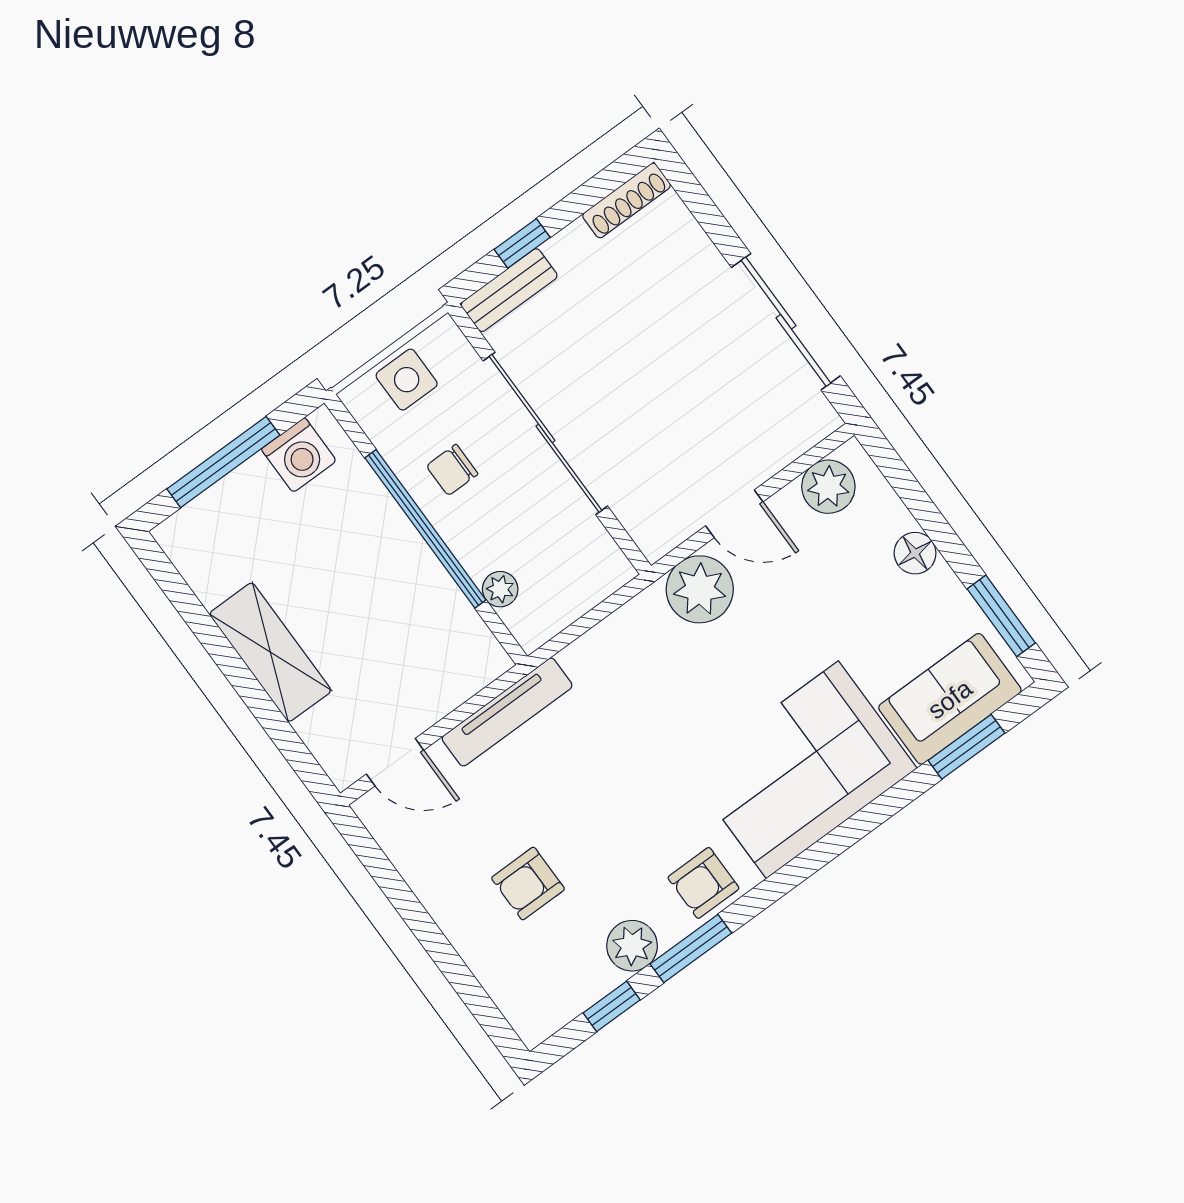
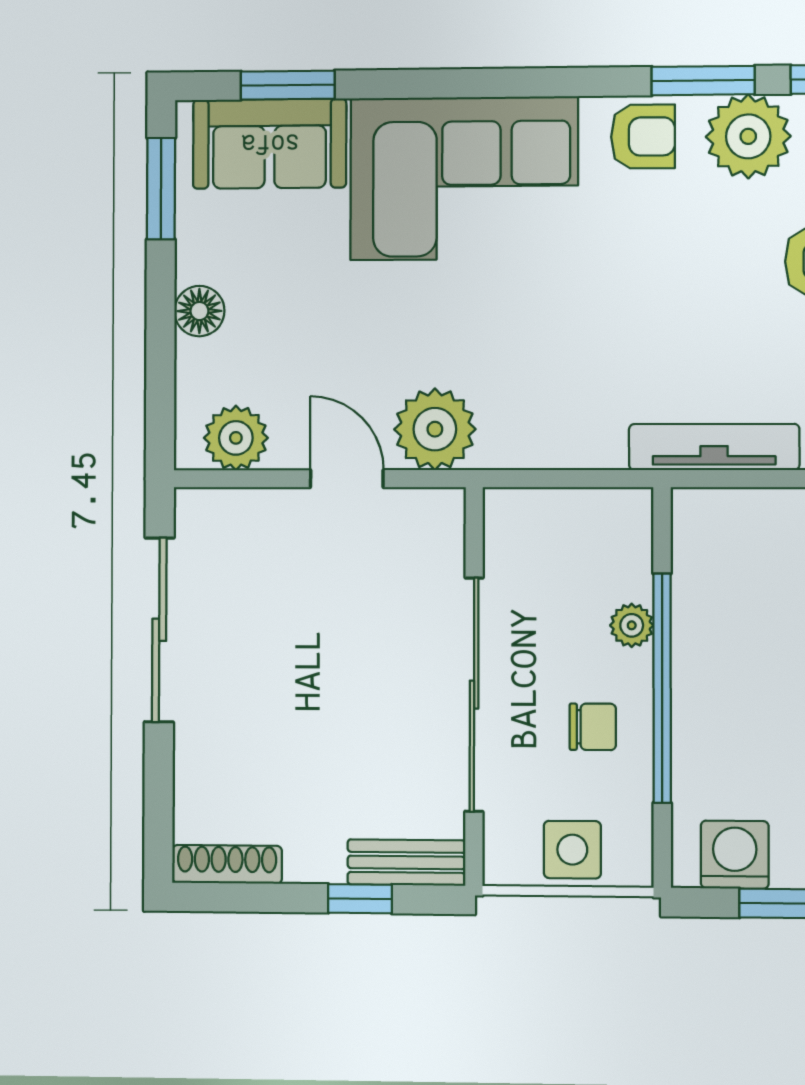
plant: (500, 589) -> (632, 625), moved
plant: (632, 946) -> (748, 136), width x1.36, depth x1.36

